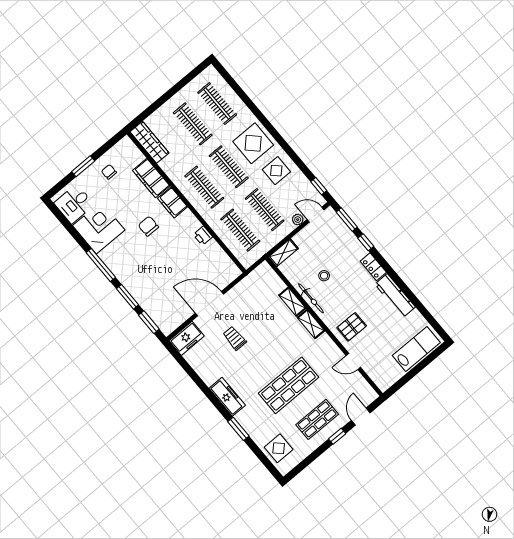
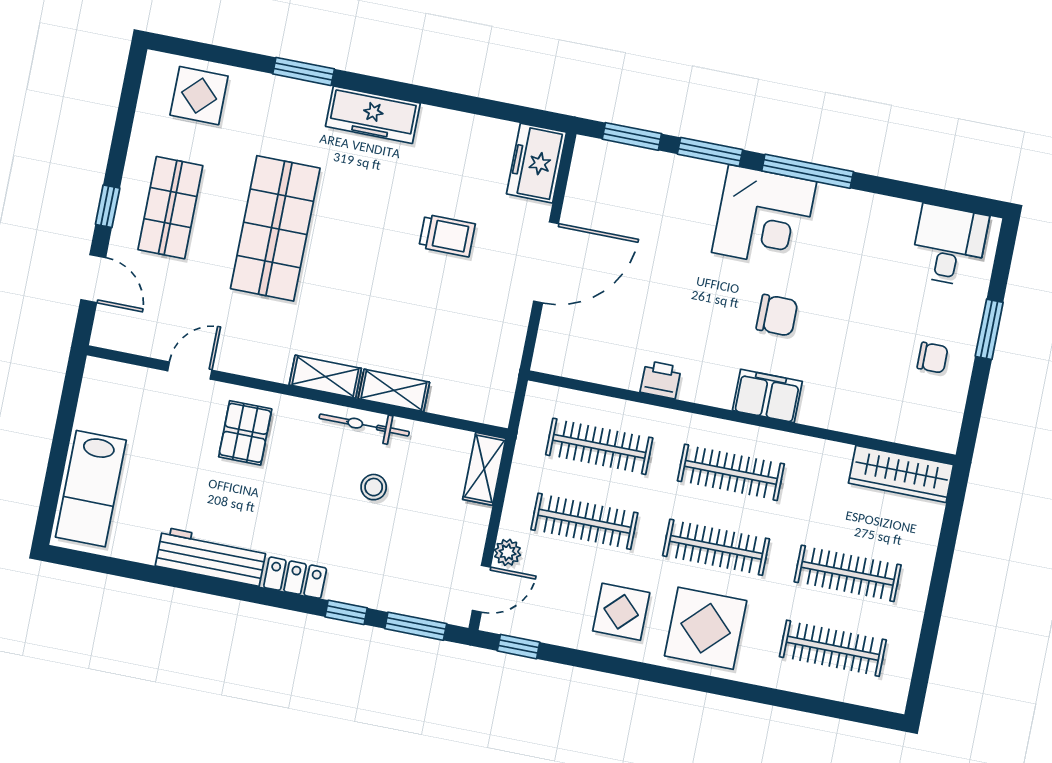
filing cabinet: (151, 178) -> (844, 410), removed
corner desk: (99, 228) -> (764, 217), moved

